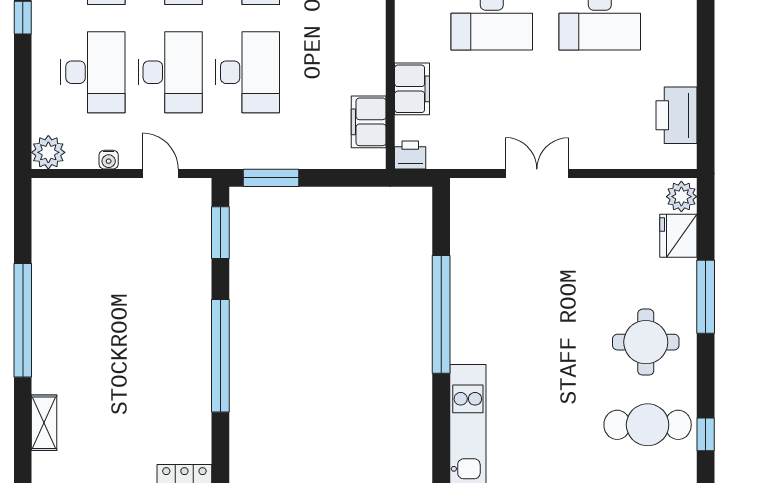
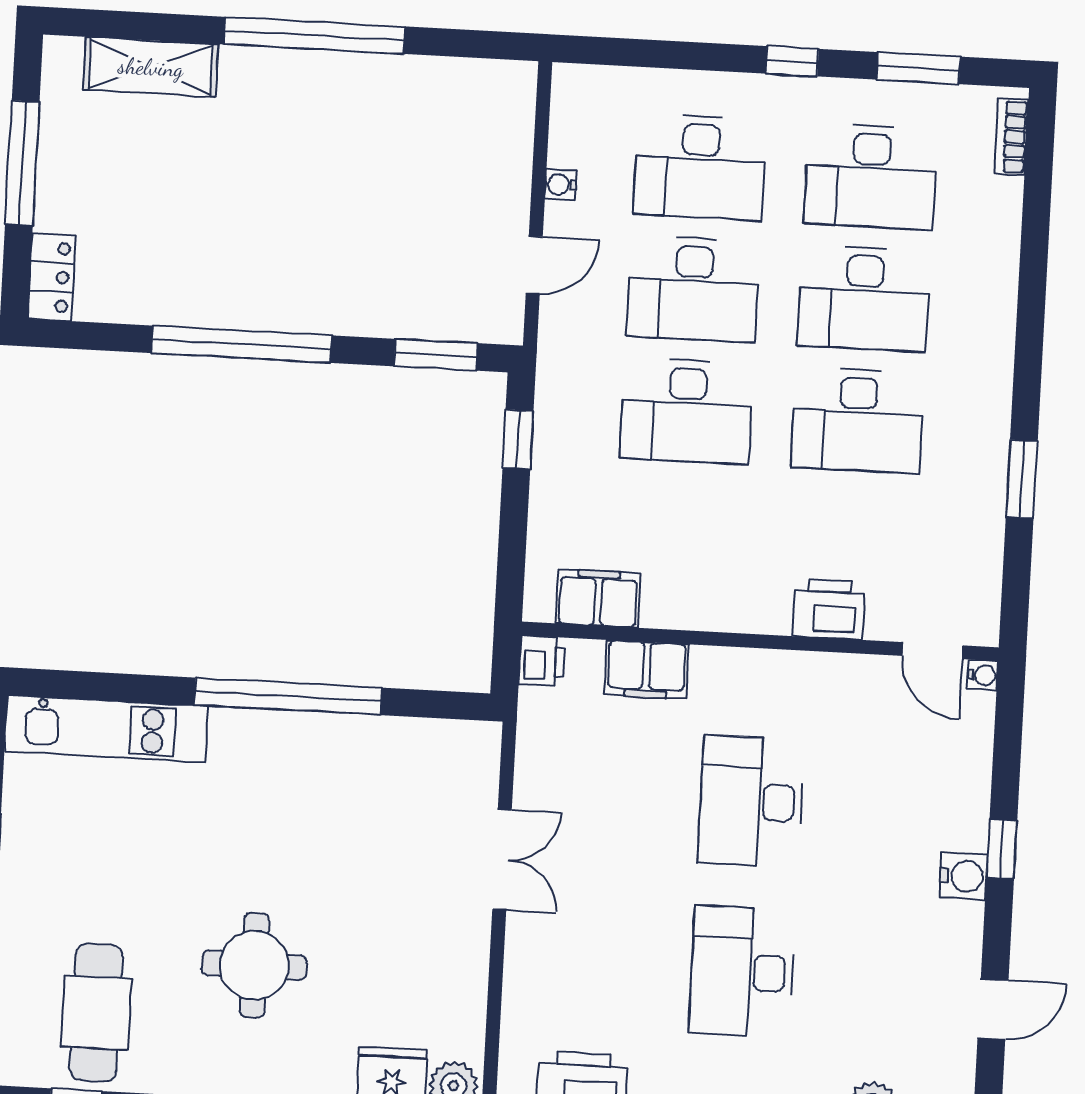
plant: (48, 152) -> (577, 90), removed
window: (271, 178) -> (518, 439), width x0.67
round table: (646, 342) -> (254, 965), moved
shelving: (44, 423) -> (151, 67), width x1.50, depth x1.33

